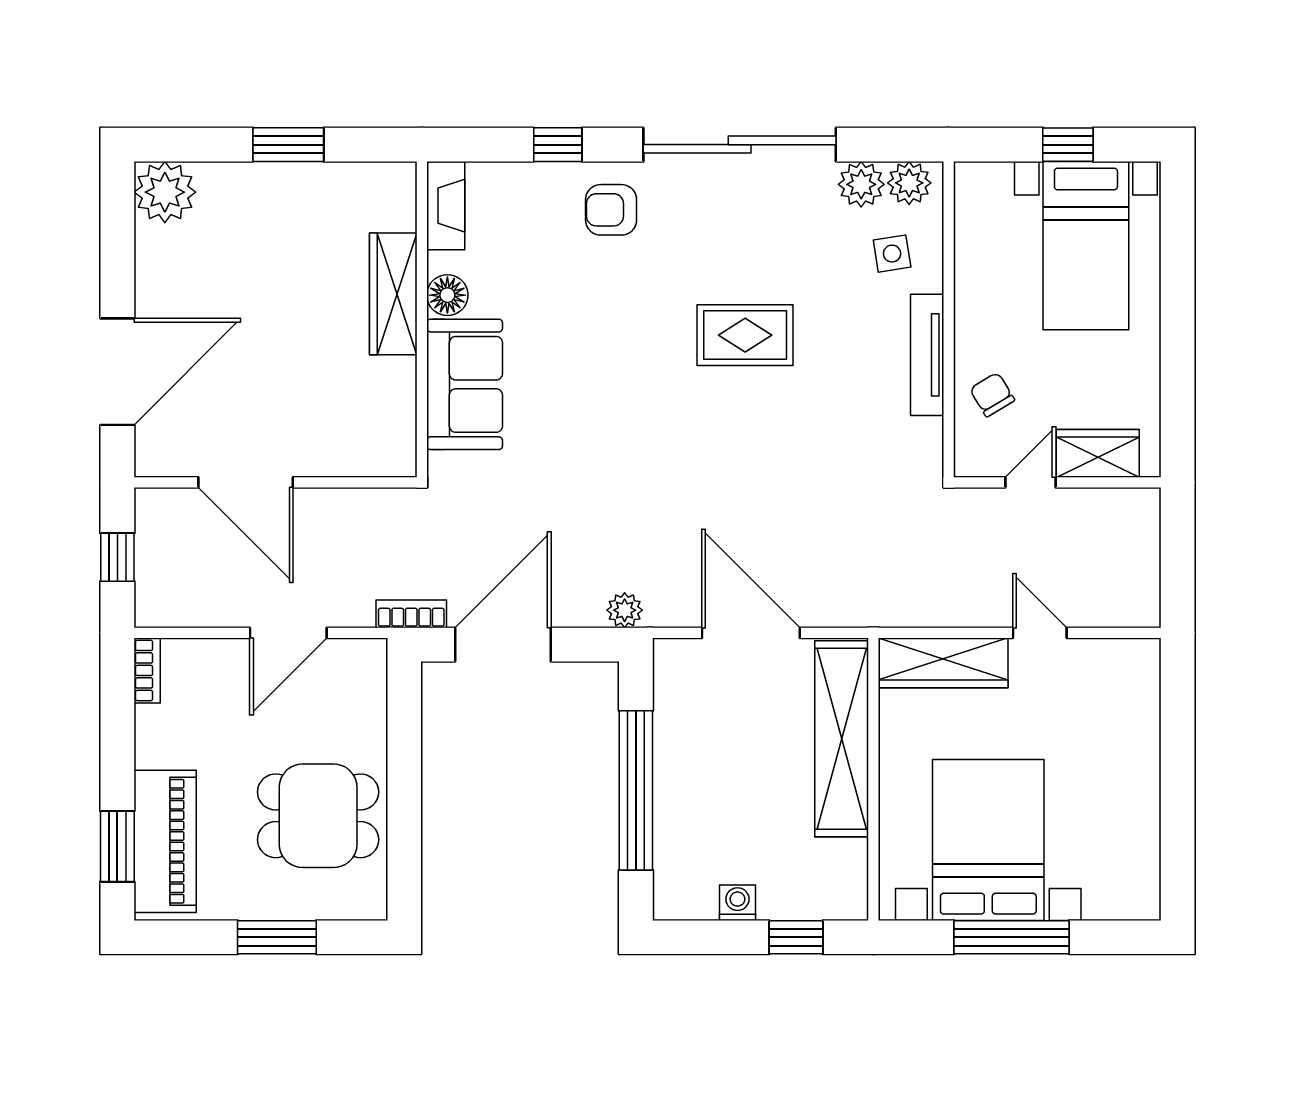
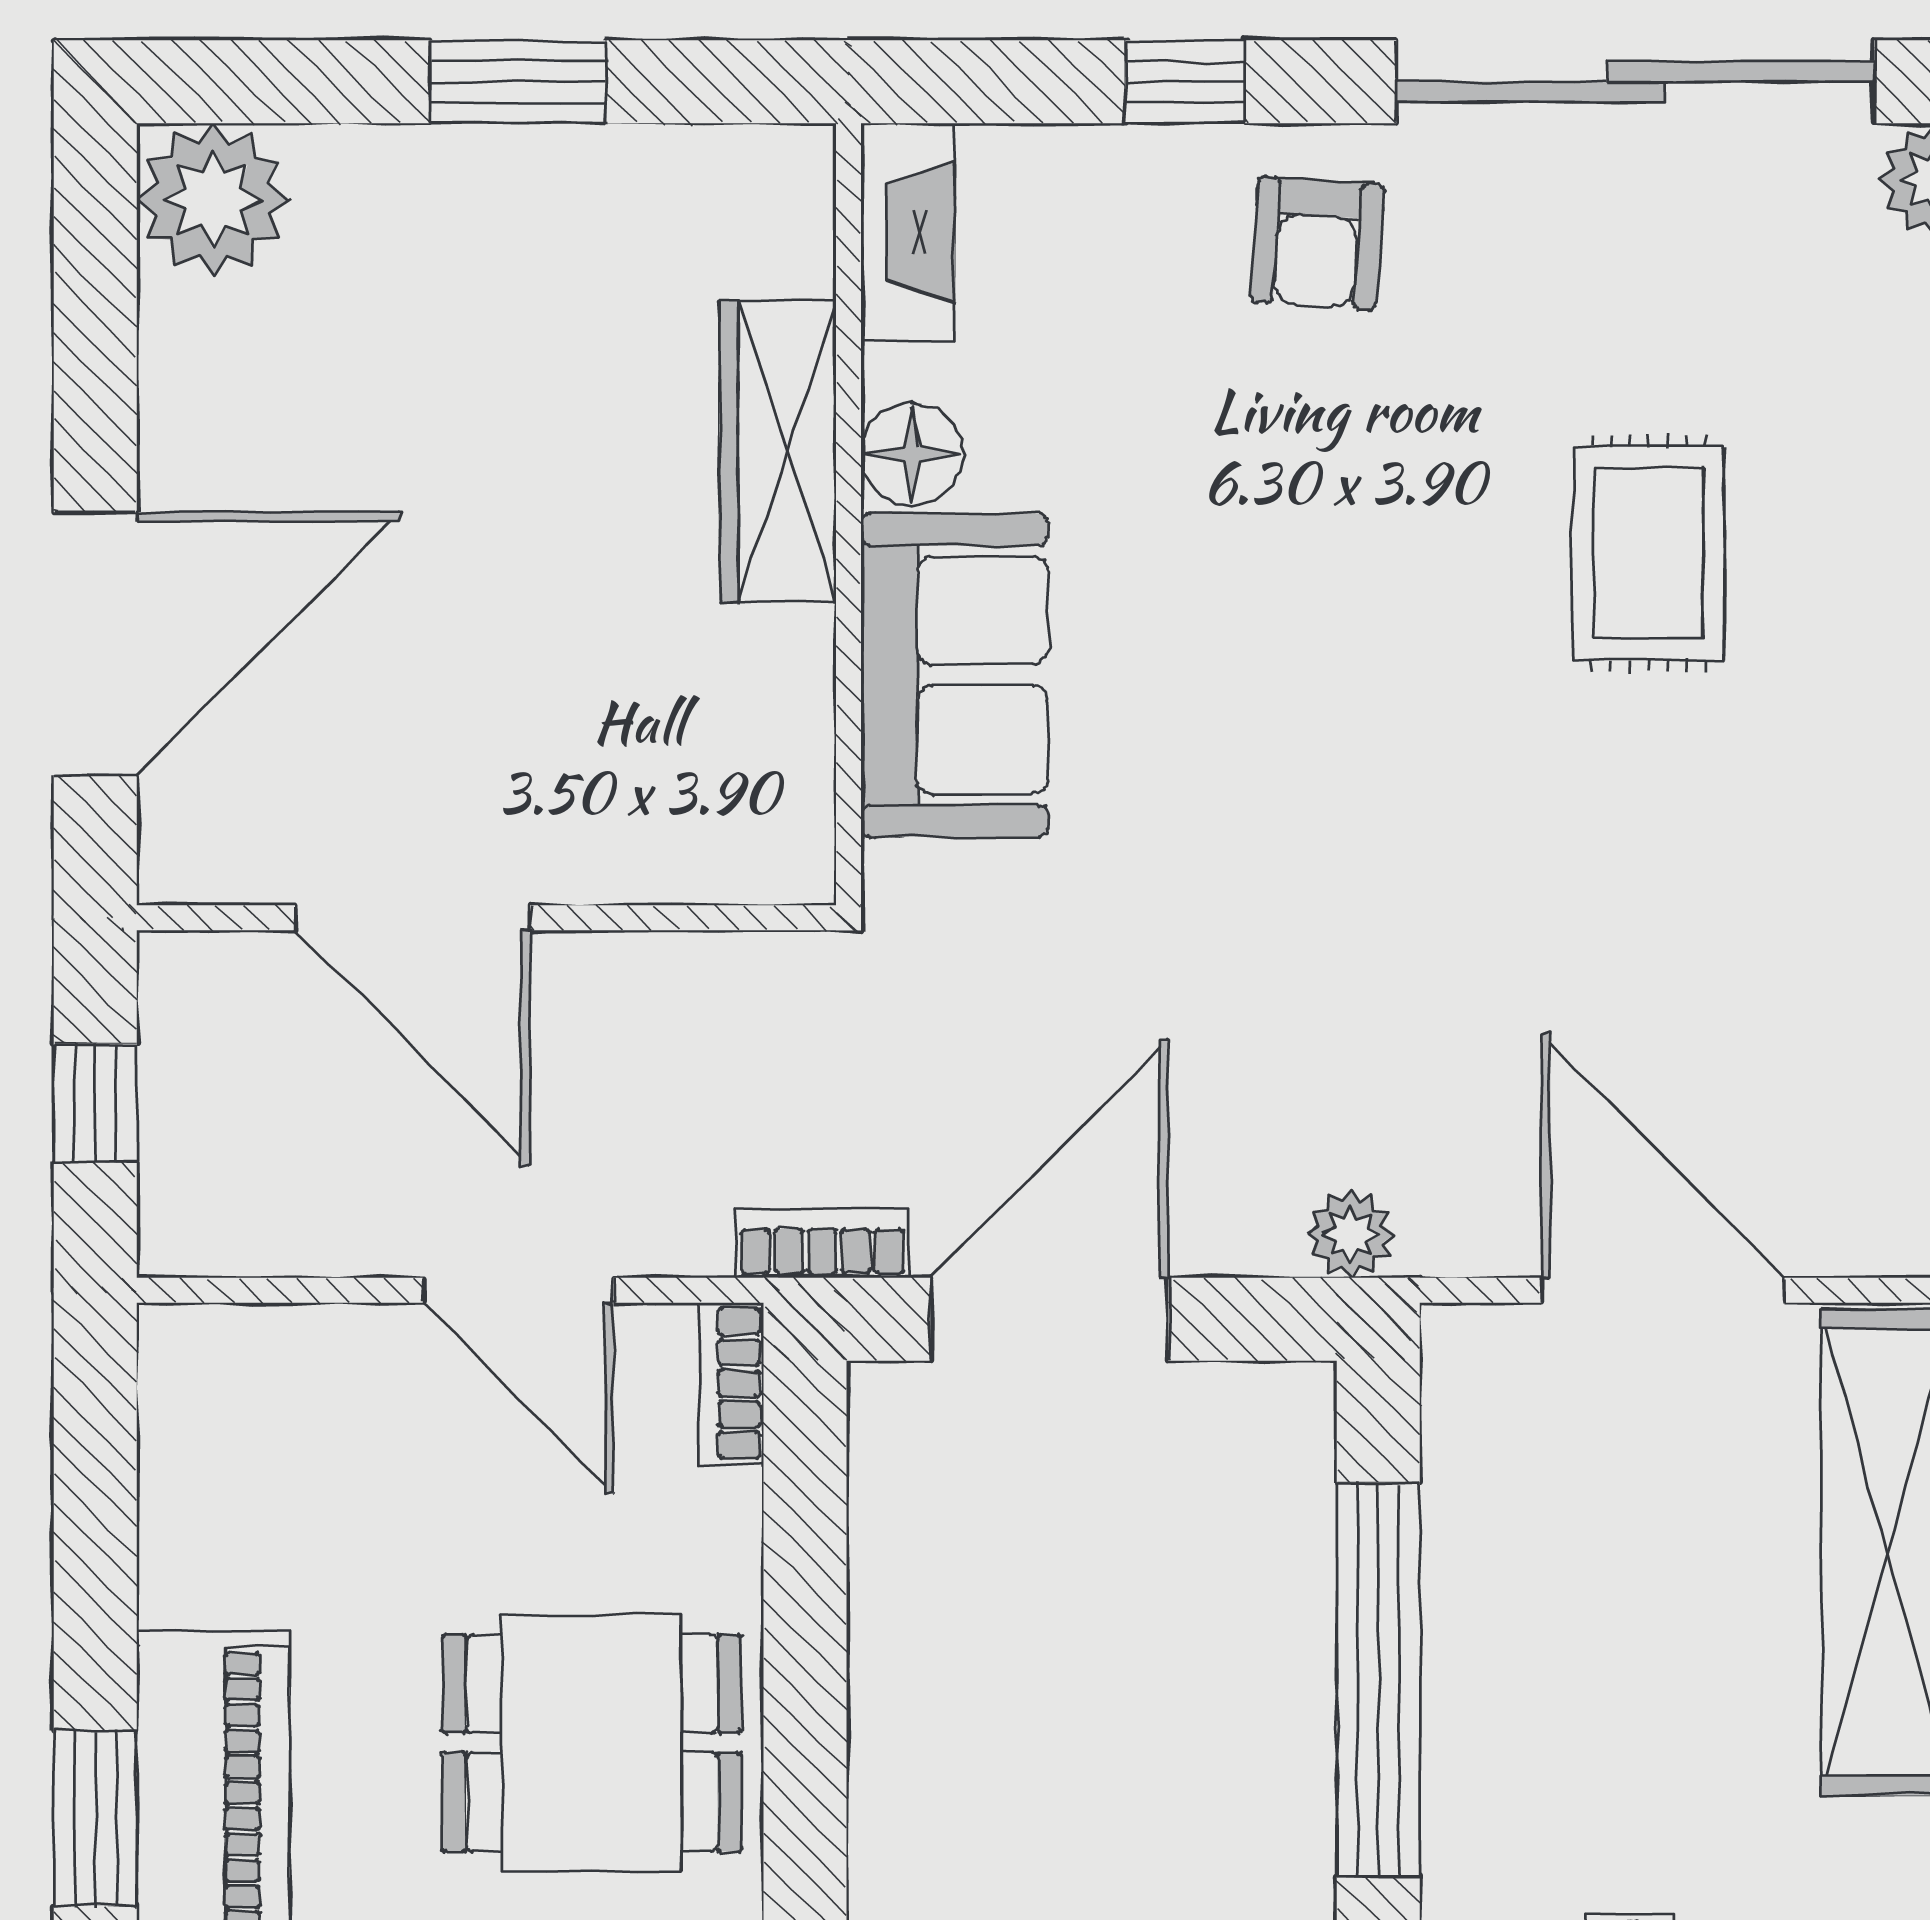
armchair: (611, 210) -> (1317, 243), turned -86
rug: (745, 335) -> (1649, 553), turned 90
door: (288, 633) -> (518, 1290), hinge flipped
bookcase: (147, 670) -> (731, 1383), moved, turned 180

